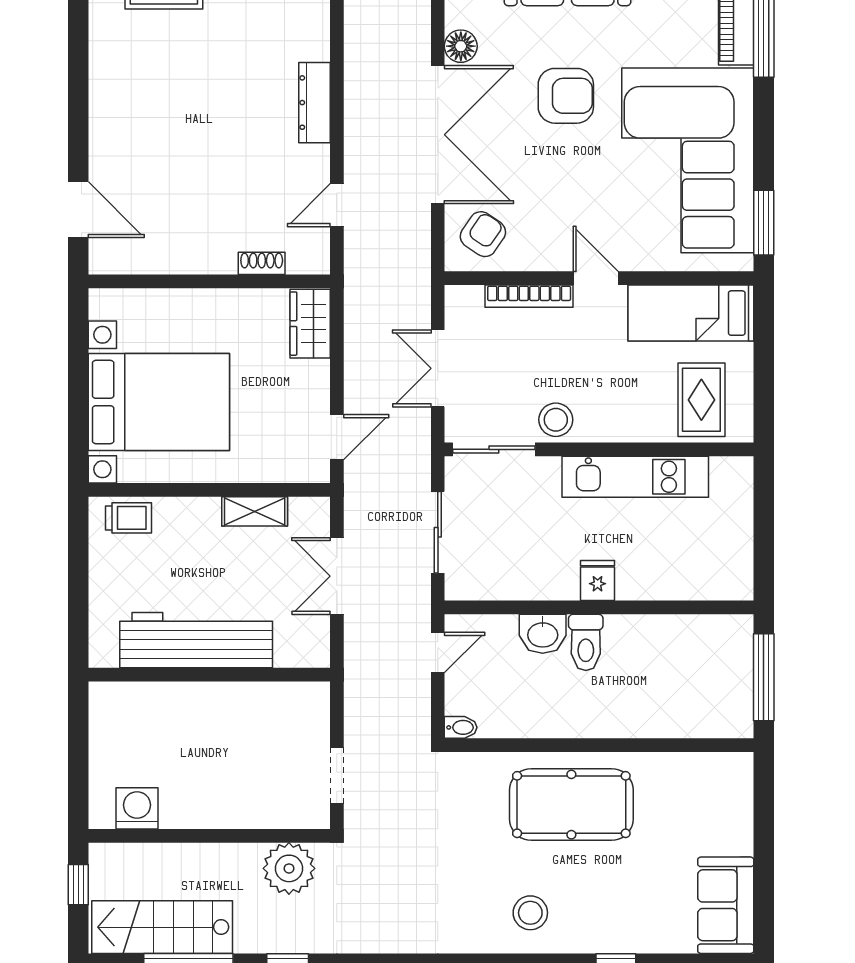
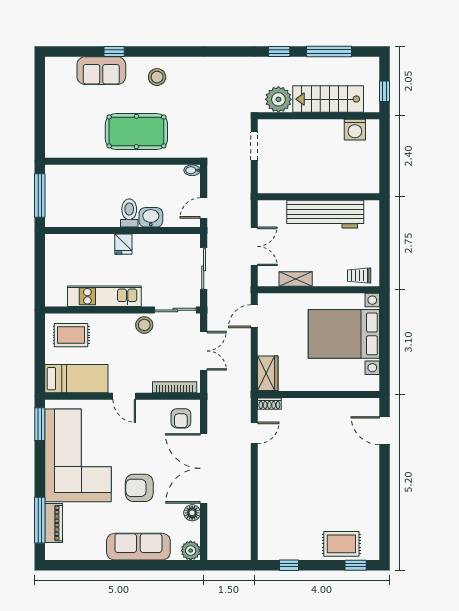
dresser: (315, 103) -> (266, 484), removed
armchair: (483, 234) -> (181, 418), turned -34
shoe rack: (262, 263) -> (269, 404), moved
bookcase: (529, 296) -> (175, 387), moved
rug: (701, 400) -> (71, 335), turned 90
sofa: (726, 905) -> (101, 71), moved, turned 90
stairs: (162, 927) -> (328, 99), moved, turned 180

